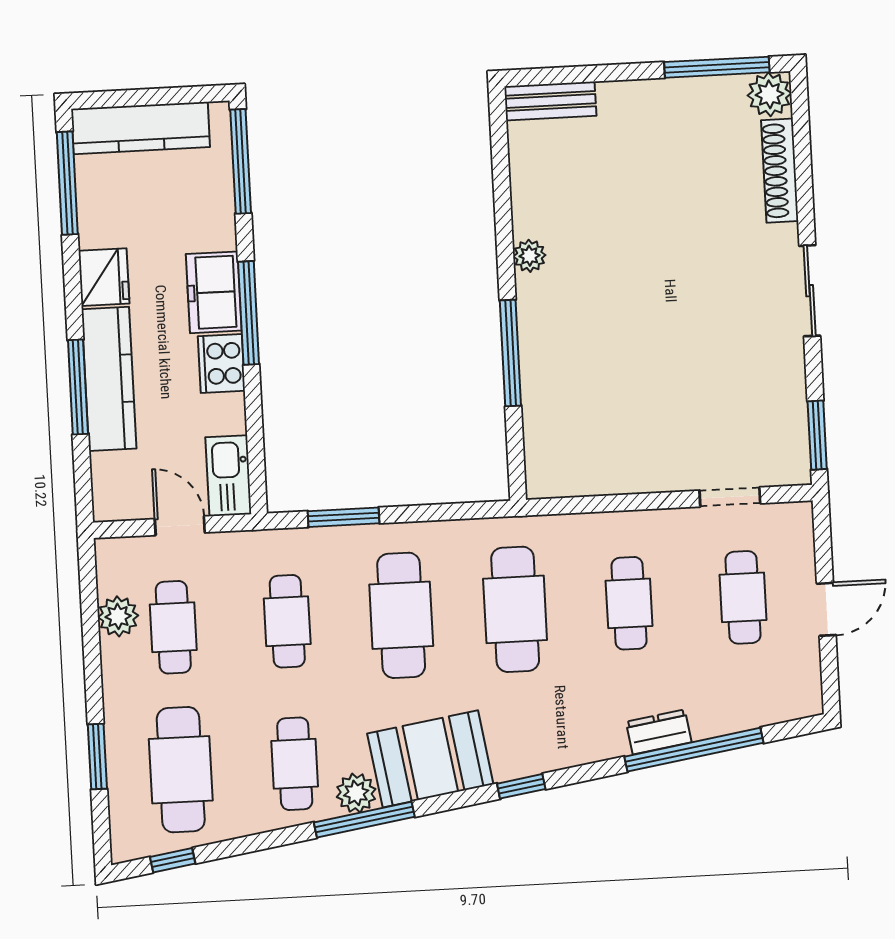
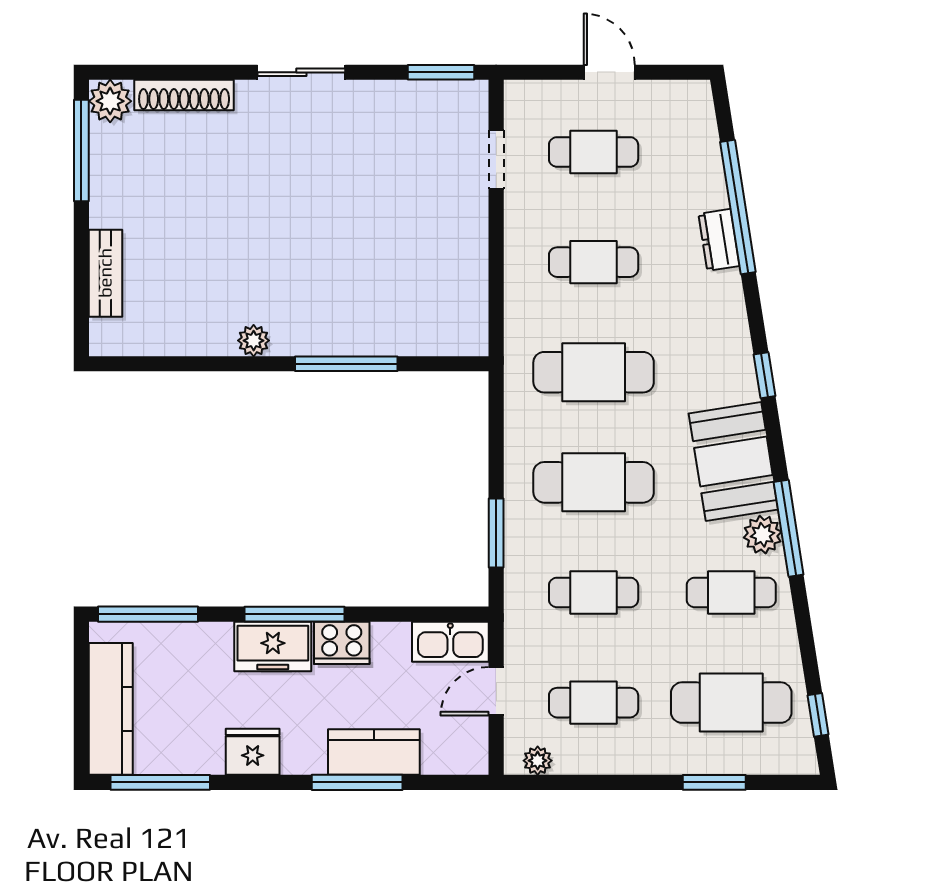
bench: (550, 101) -> (105, 273), moved
kitchen counter: (109, 379) -> (374, 752), width x0.67
plant: (118, 616) -> (538, 761), moved, width x0.73, depth x0.73

